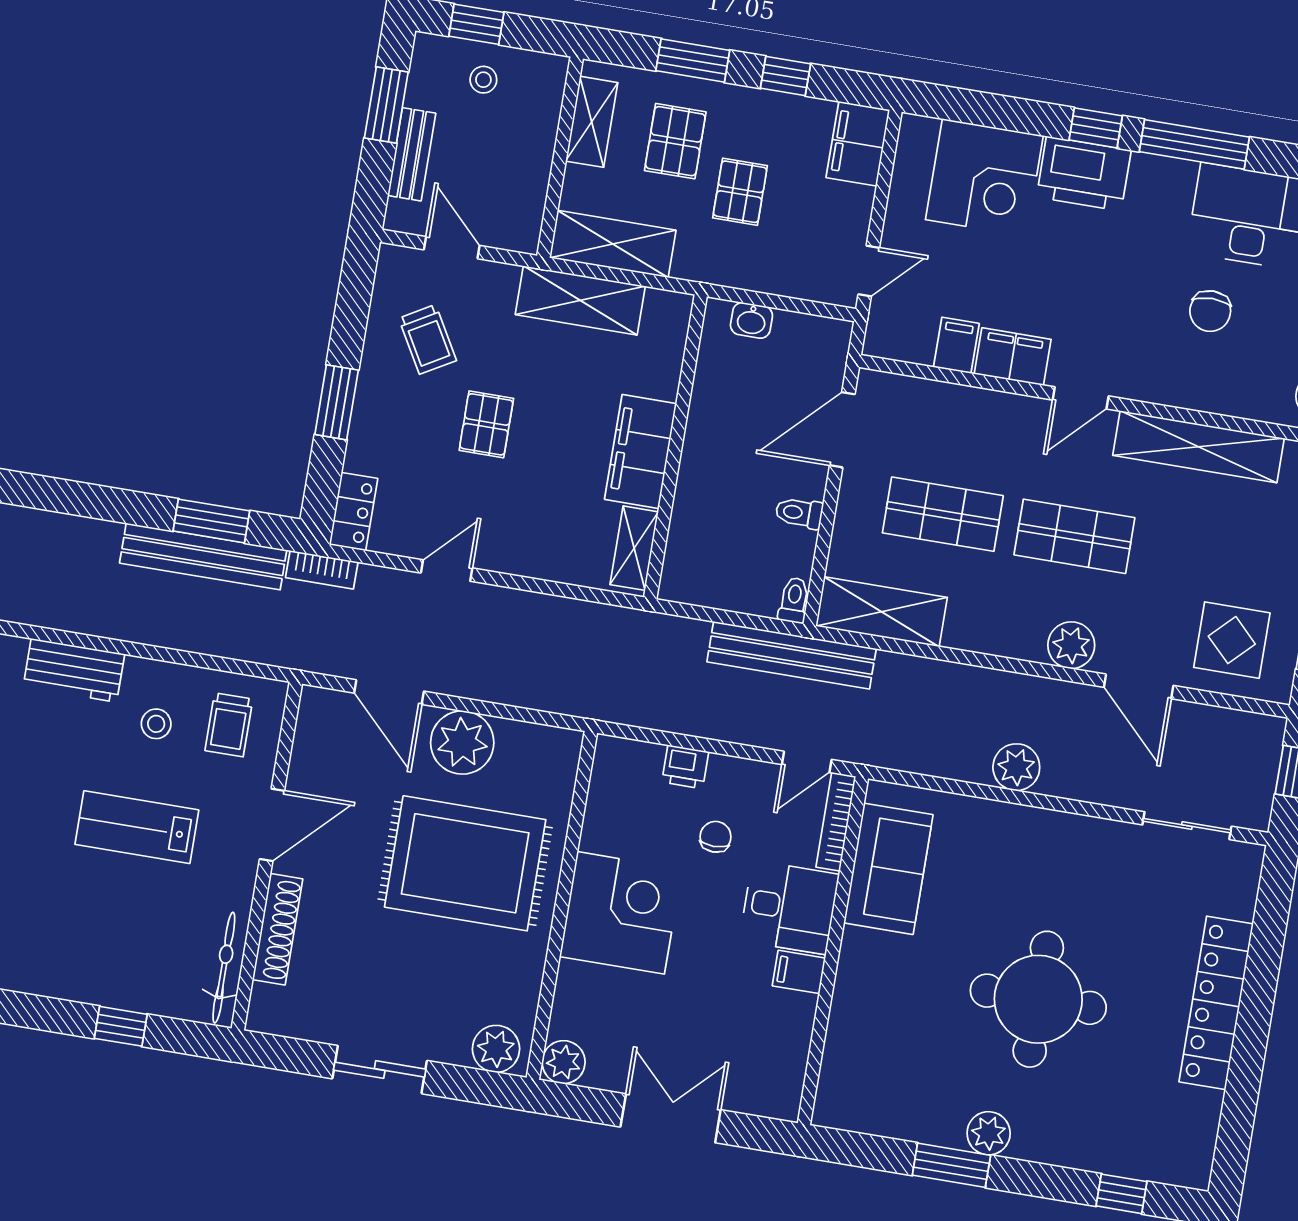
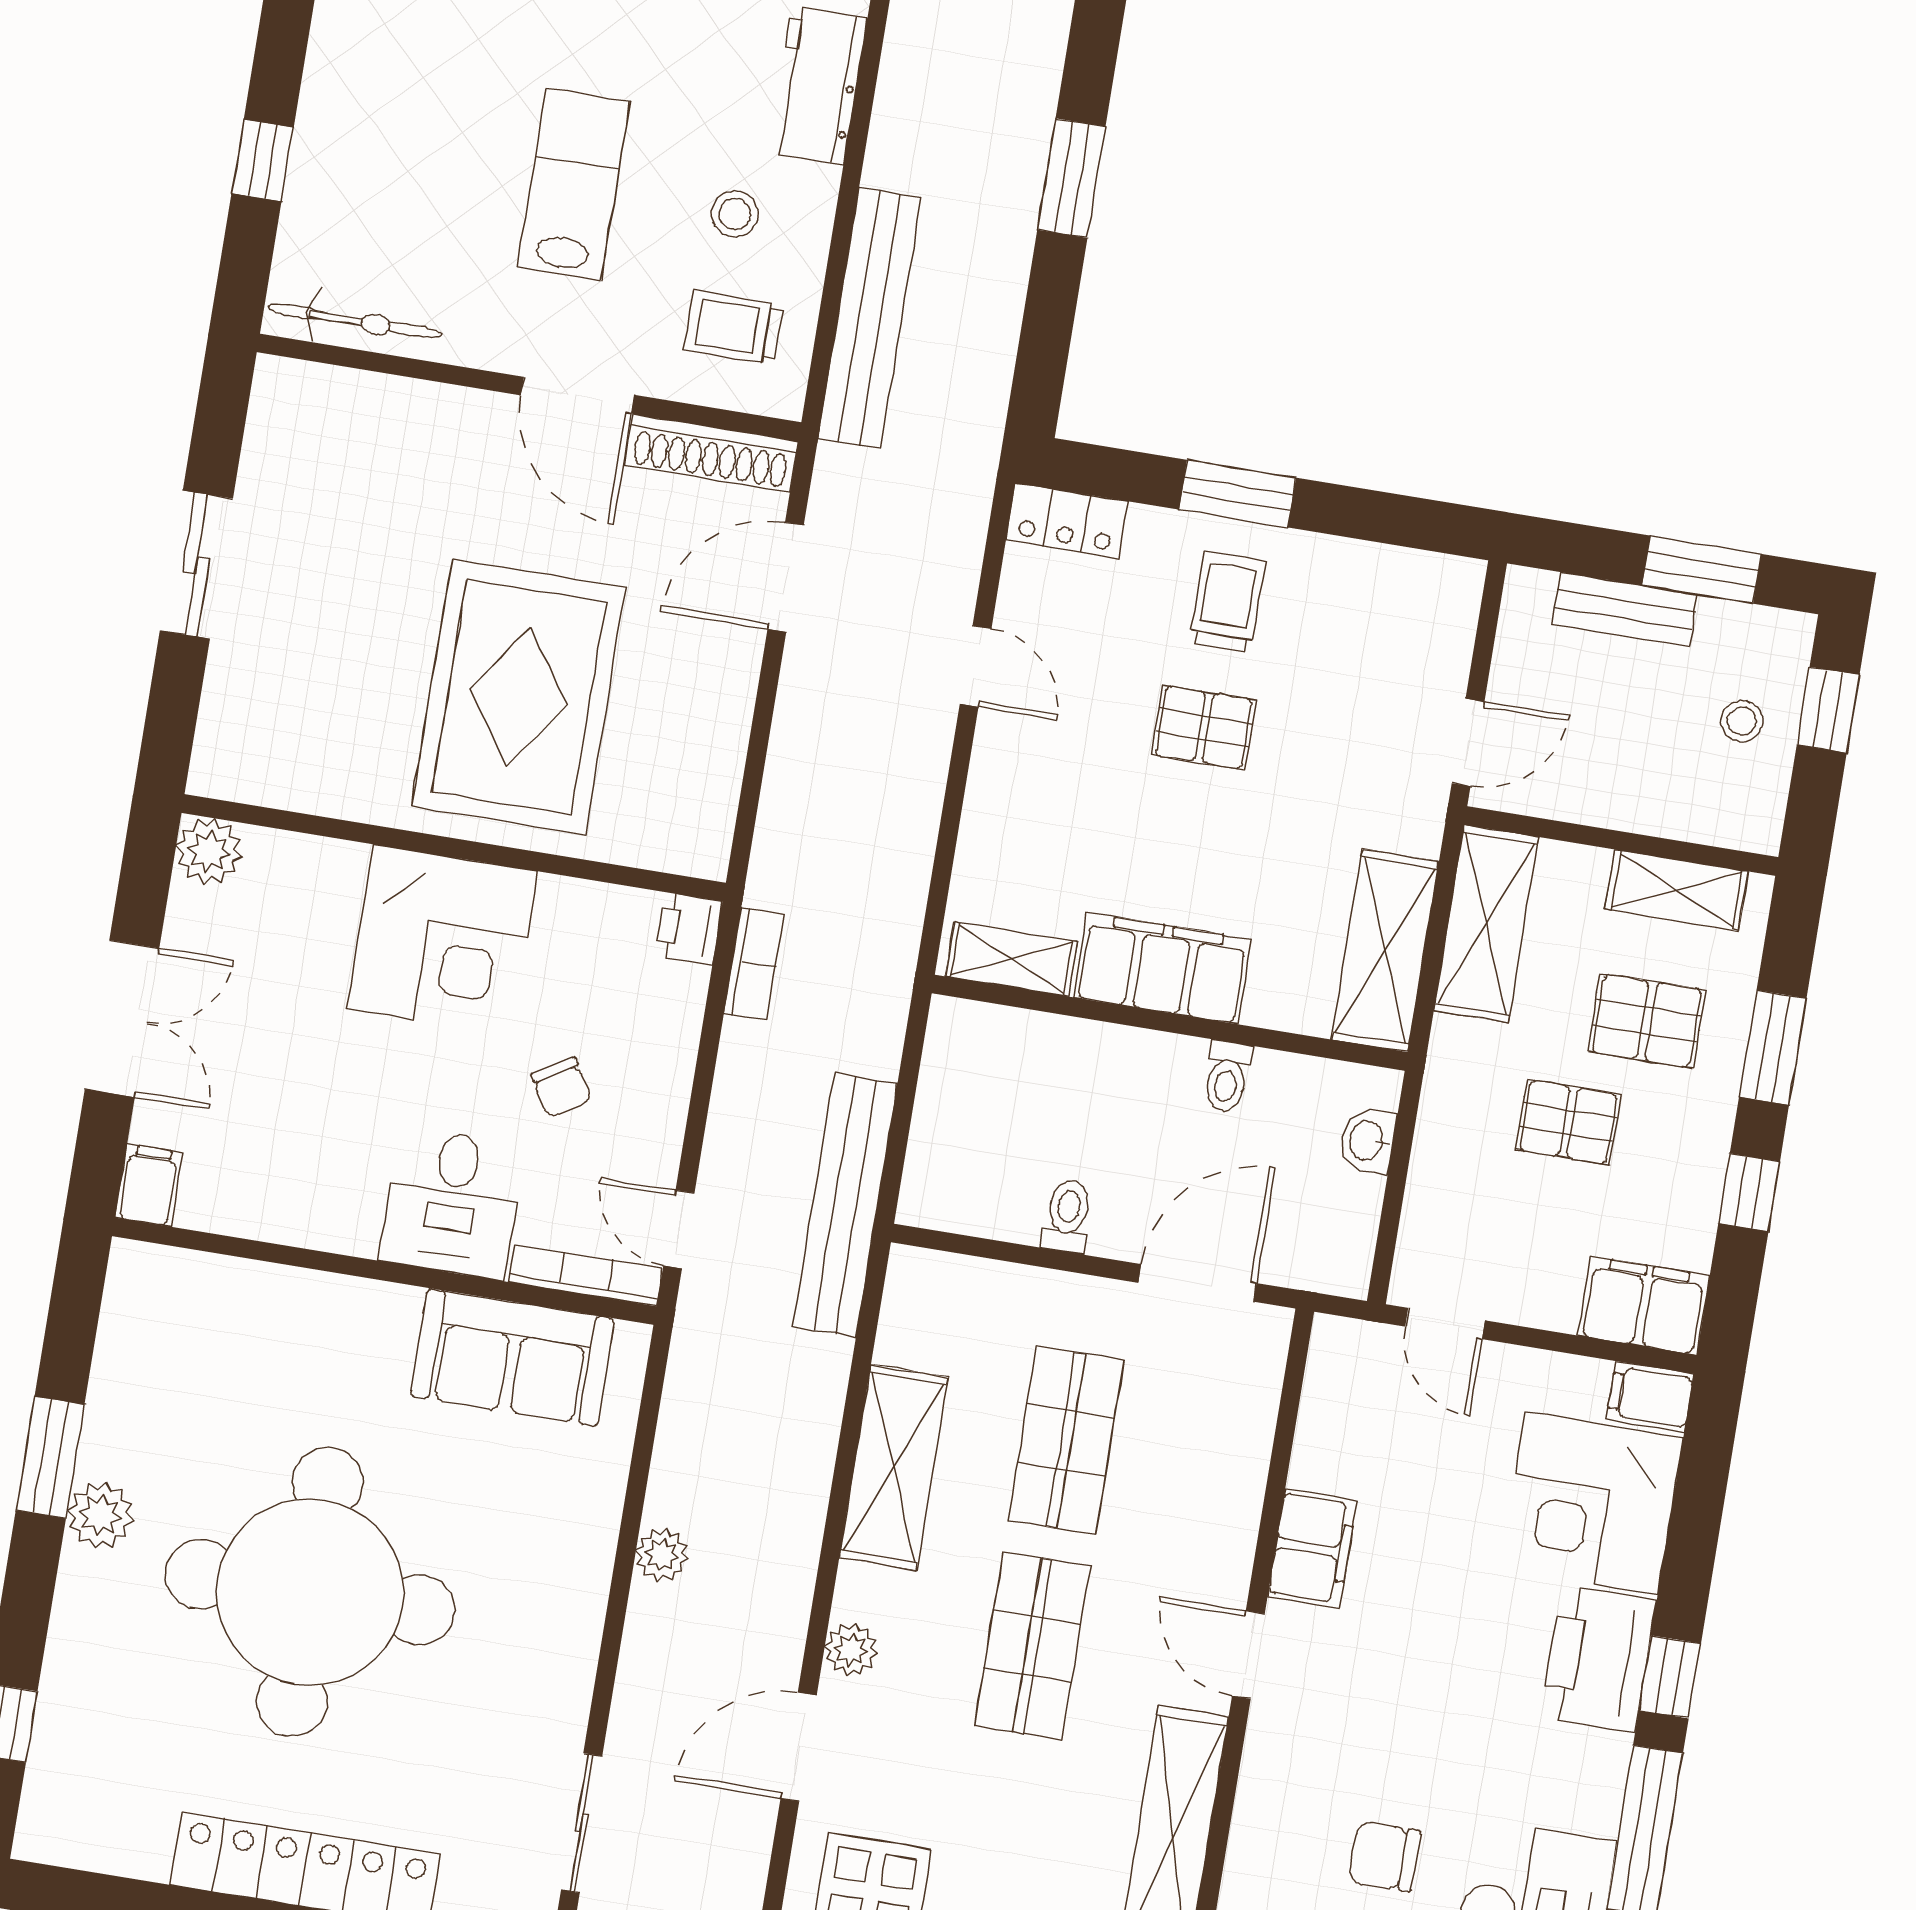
door: (452, 248) -> (1468, 742), moved
shelving: (580, 300) -> (1385, 951), moved
trolley: (428, 339) -> (1227, 602), moved, turned 120
filing cabinet: (956, 345) -> (1650, 1397), moved, turned 180
door: (842, 430) -> (1197, 1283), hinge flipped
window: (211, 521) -> (1071, 178), moved
bench: (203, 556) -> (870, 318), moved
bookcase: (322, 570) -> (754, 964), moved, turned 180
toilet: (794, 600) -> (1227, 1077), moved, turned 90
shelving: (881, 612) -> (894, 1467), moved
plant: (1071, 645) -> (851, 1650), width x0.73, depth x0.73
plant: (462, 743) -> (707, 692), removed
printer: (685, 767) -> (689, 929), moved
plant: (1016, 767) -> (662, 1555), width x0.73, depth x0.73
chair: (716, 837) -> (561, 1087), turned 59
shoe rack: (278, 929) -> (711, 453), moved
filing cabinet: (799, 972) -> (149, 1185), moved
round table: (1038, 999) -> (310, 1592), width x1.36, depth x1.36
plant: (496, 1049) -> (229, 746), removed

